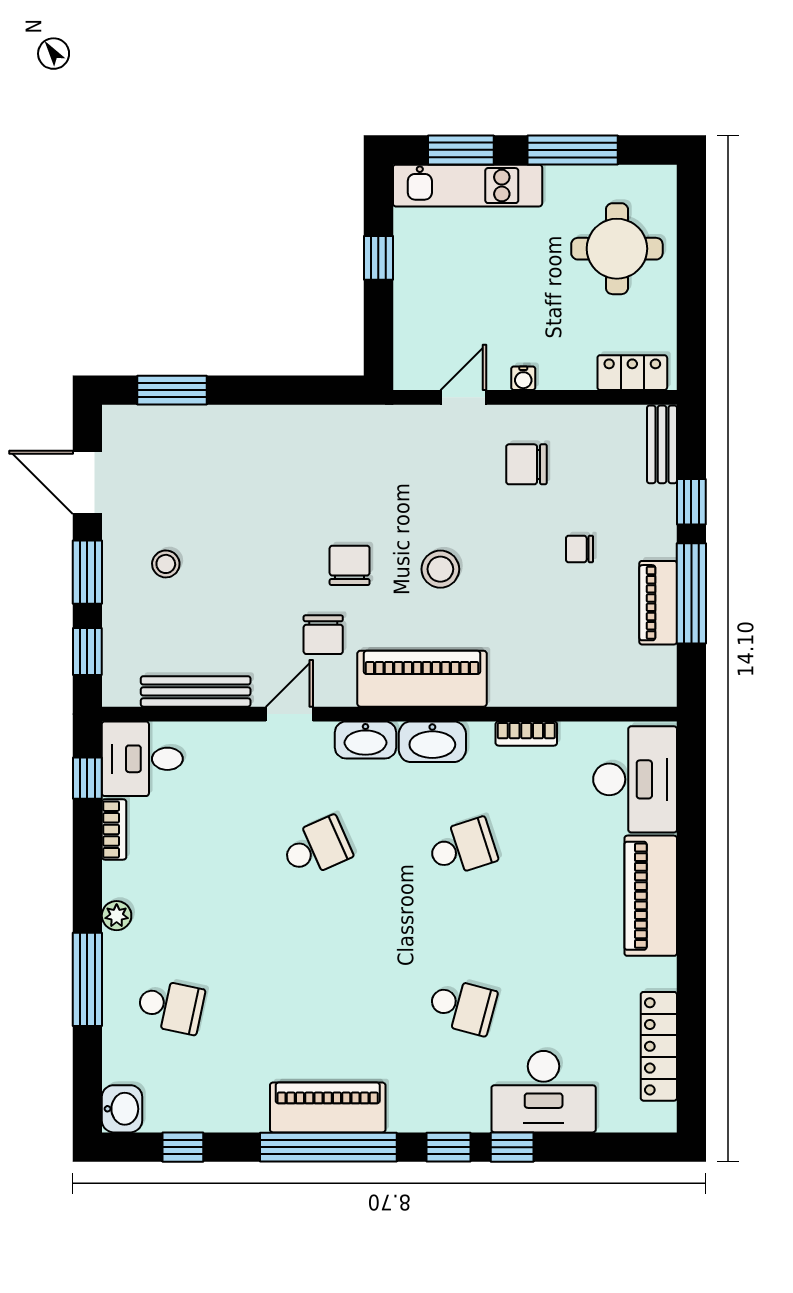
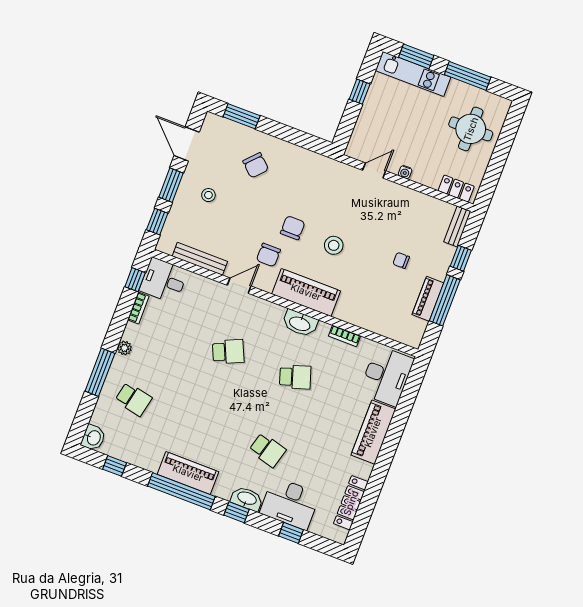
chair: (526, 464) -> (256, 165), moved, turned -137
washbasin: (366, 740) -> (247, 499), moved, turned 180
window: (512, 1147) -> (291, 533), moved

